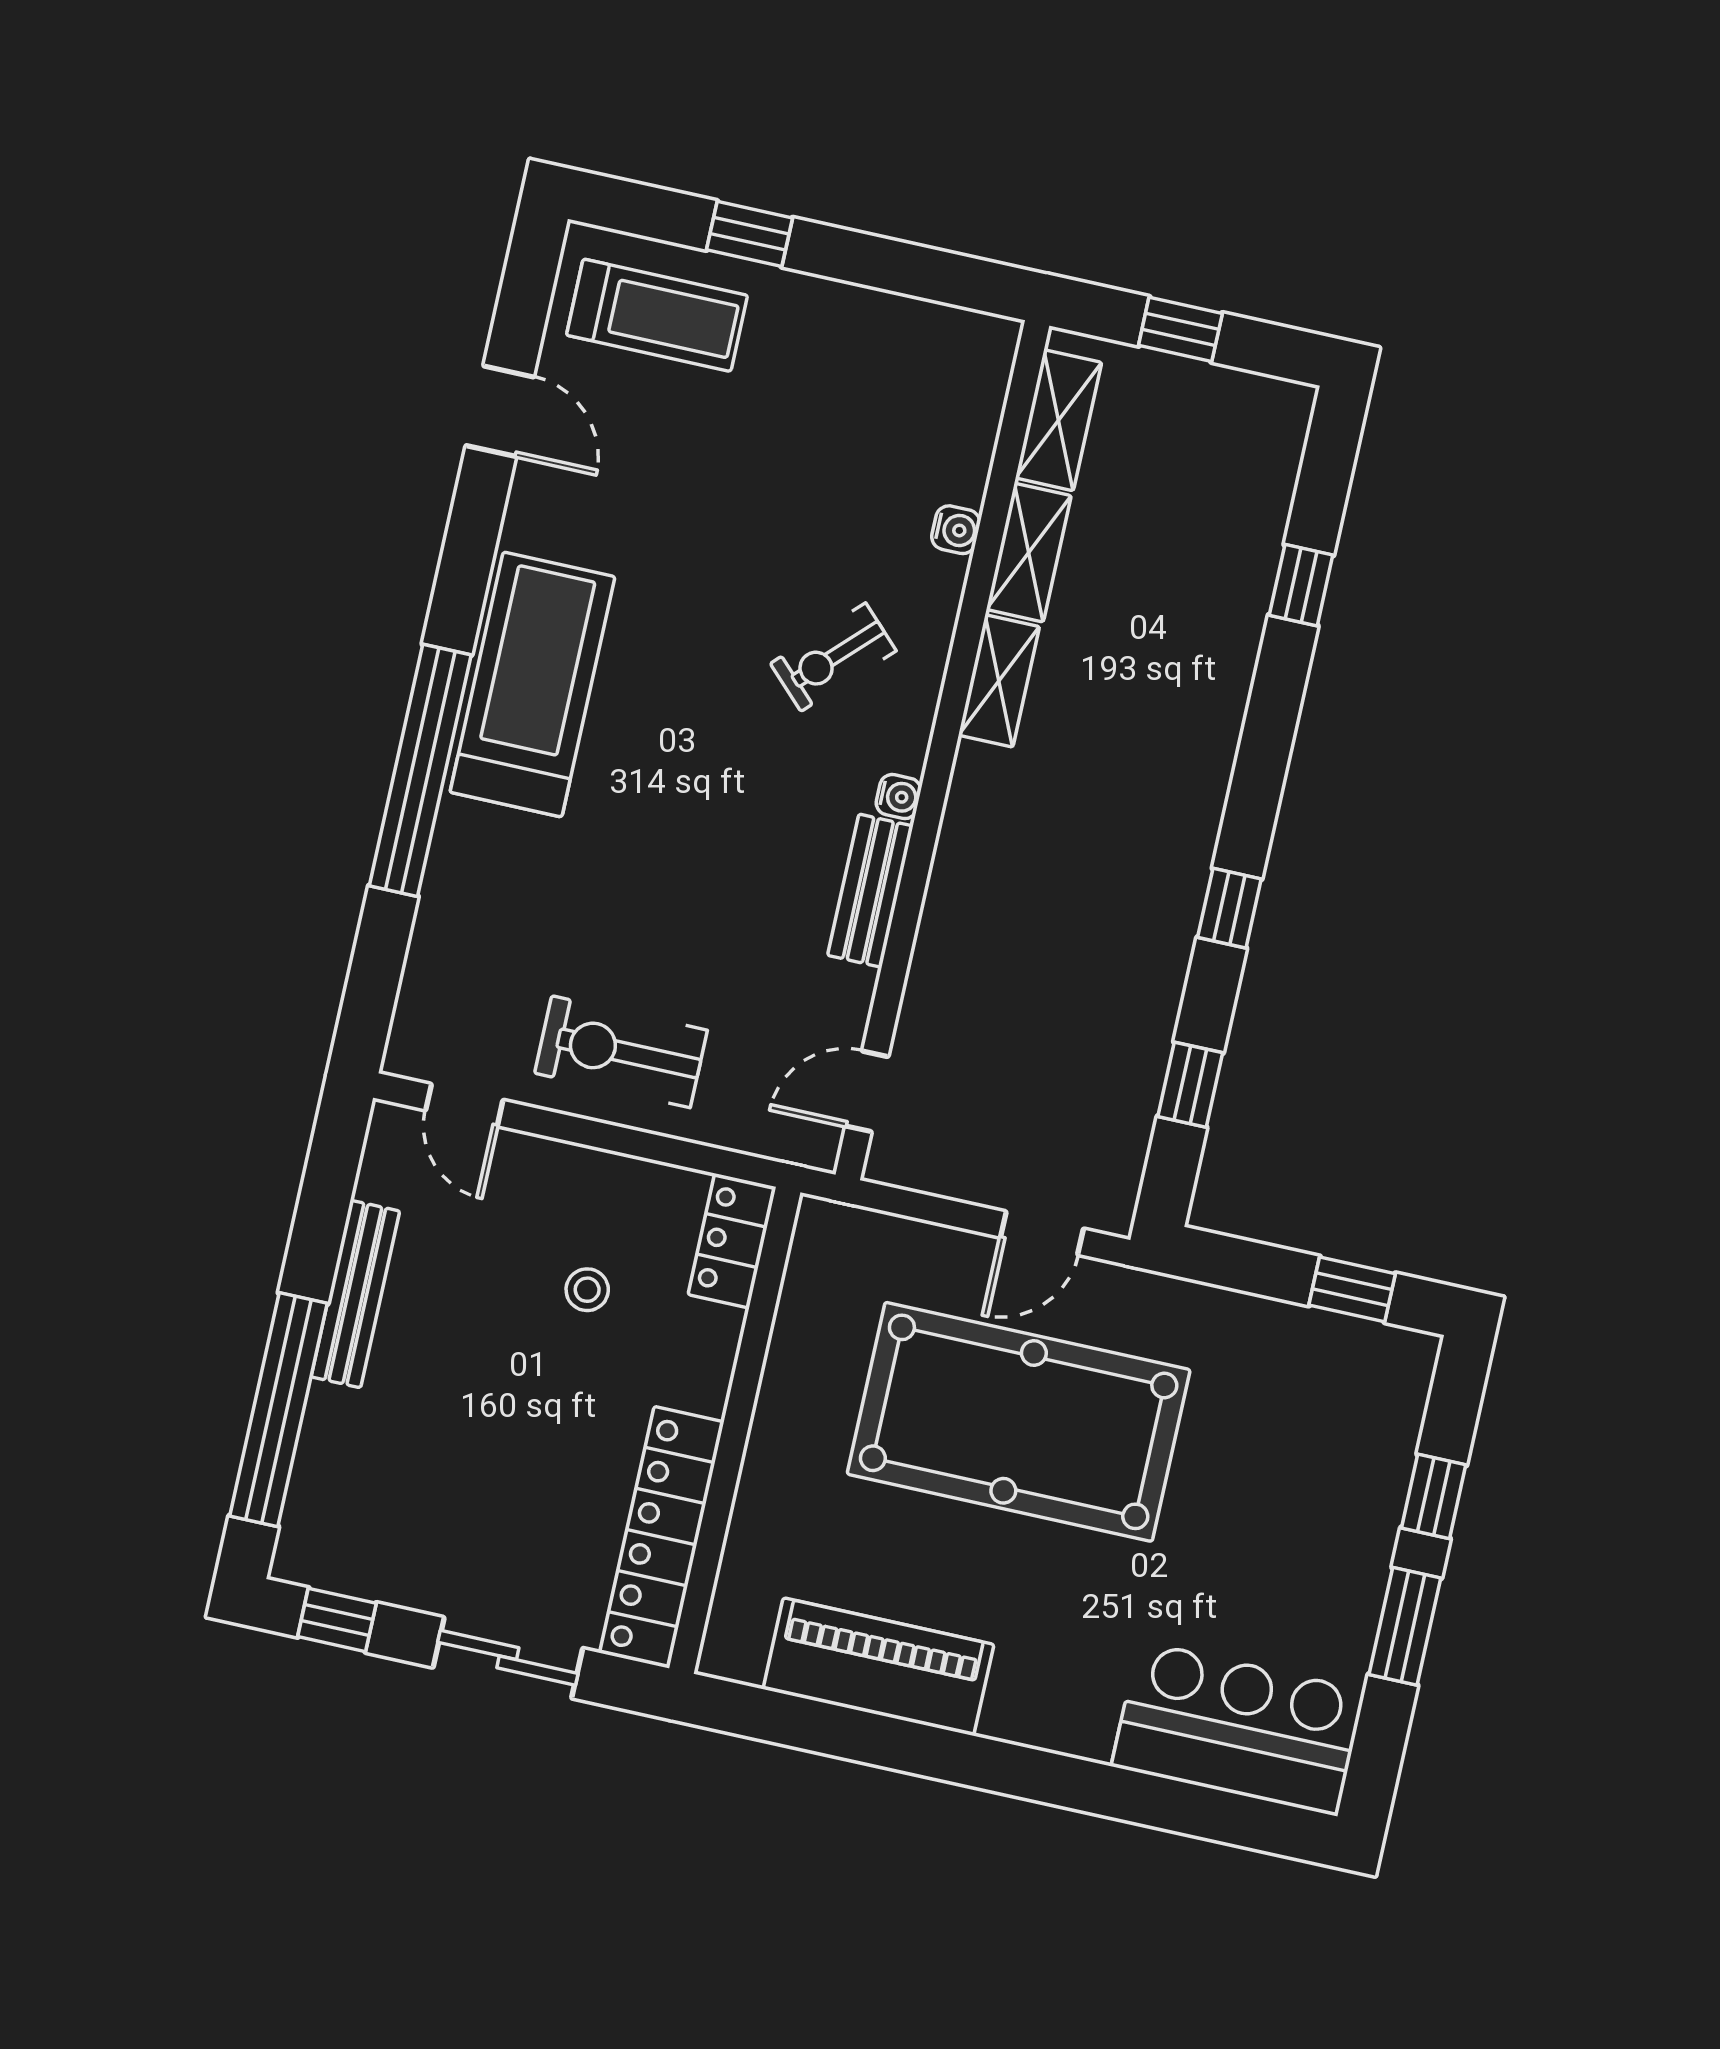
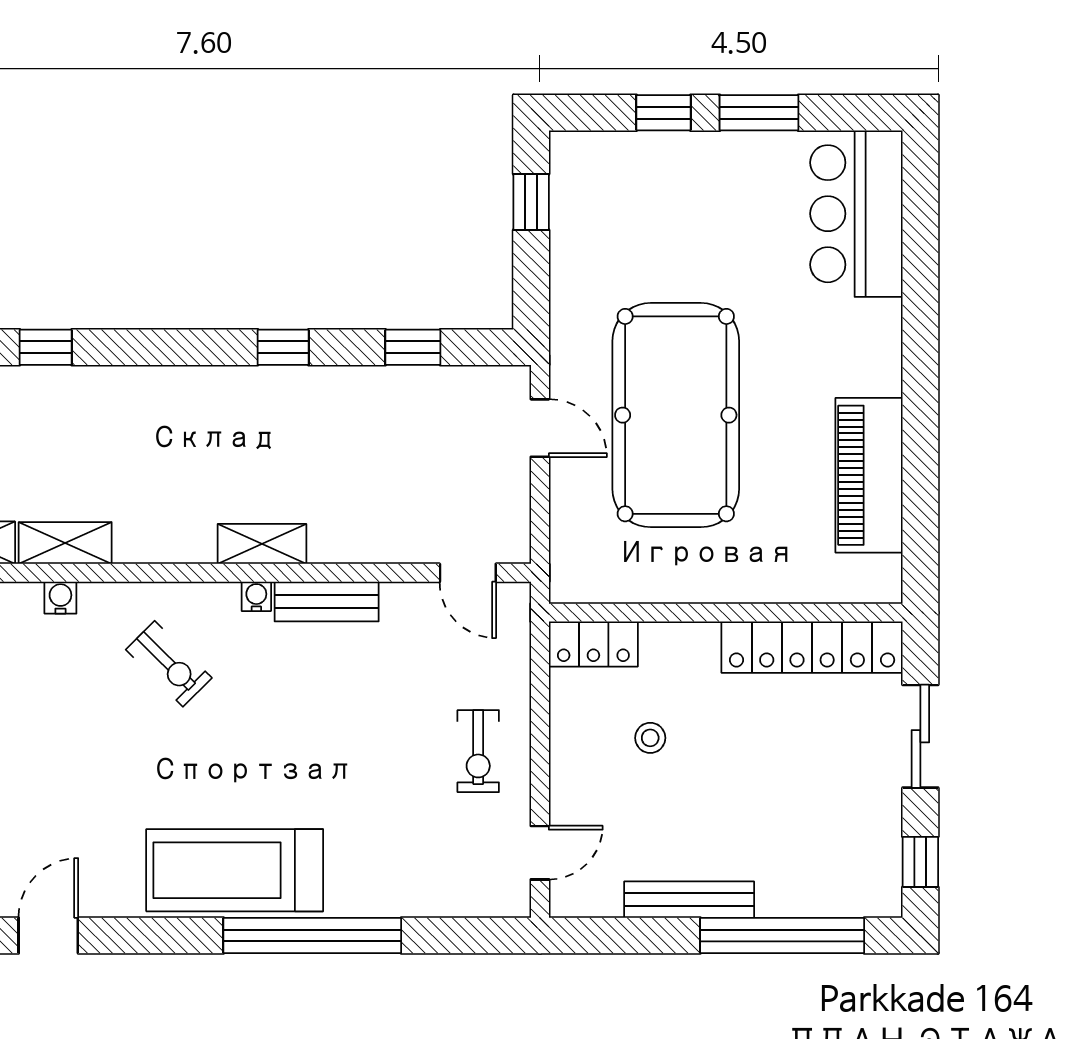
shelving: (999, 681) -> (262, 544), moved
exercise bike: (621, 1052) -> (478, 751), width x0.73, depth x0.72

